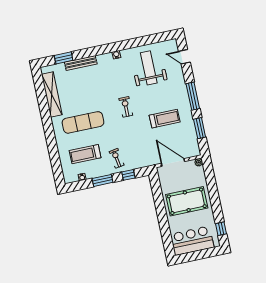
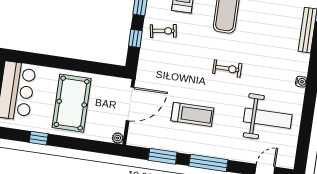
treadmill: (165, 119) -> (192, 114), turned -90
window: (221, 229) -> (39, 138), moved

